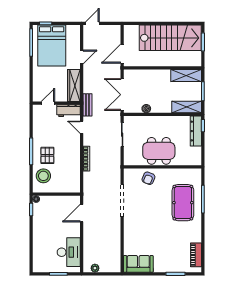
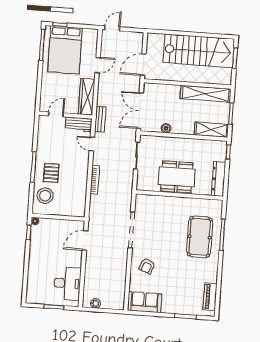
shelving: (186, 75) -> (205, 94), width x1.47
dresser: (196, 131) -> (218, 179), moved
armchair: (148, 178) -> (147, 266), moved

